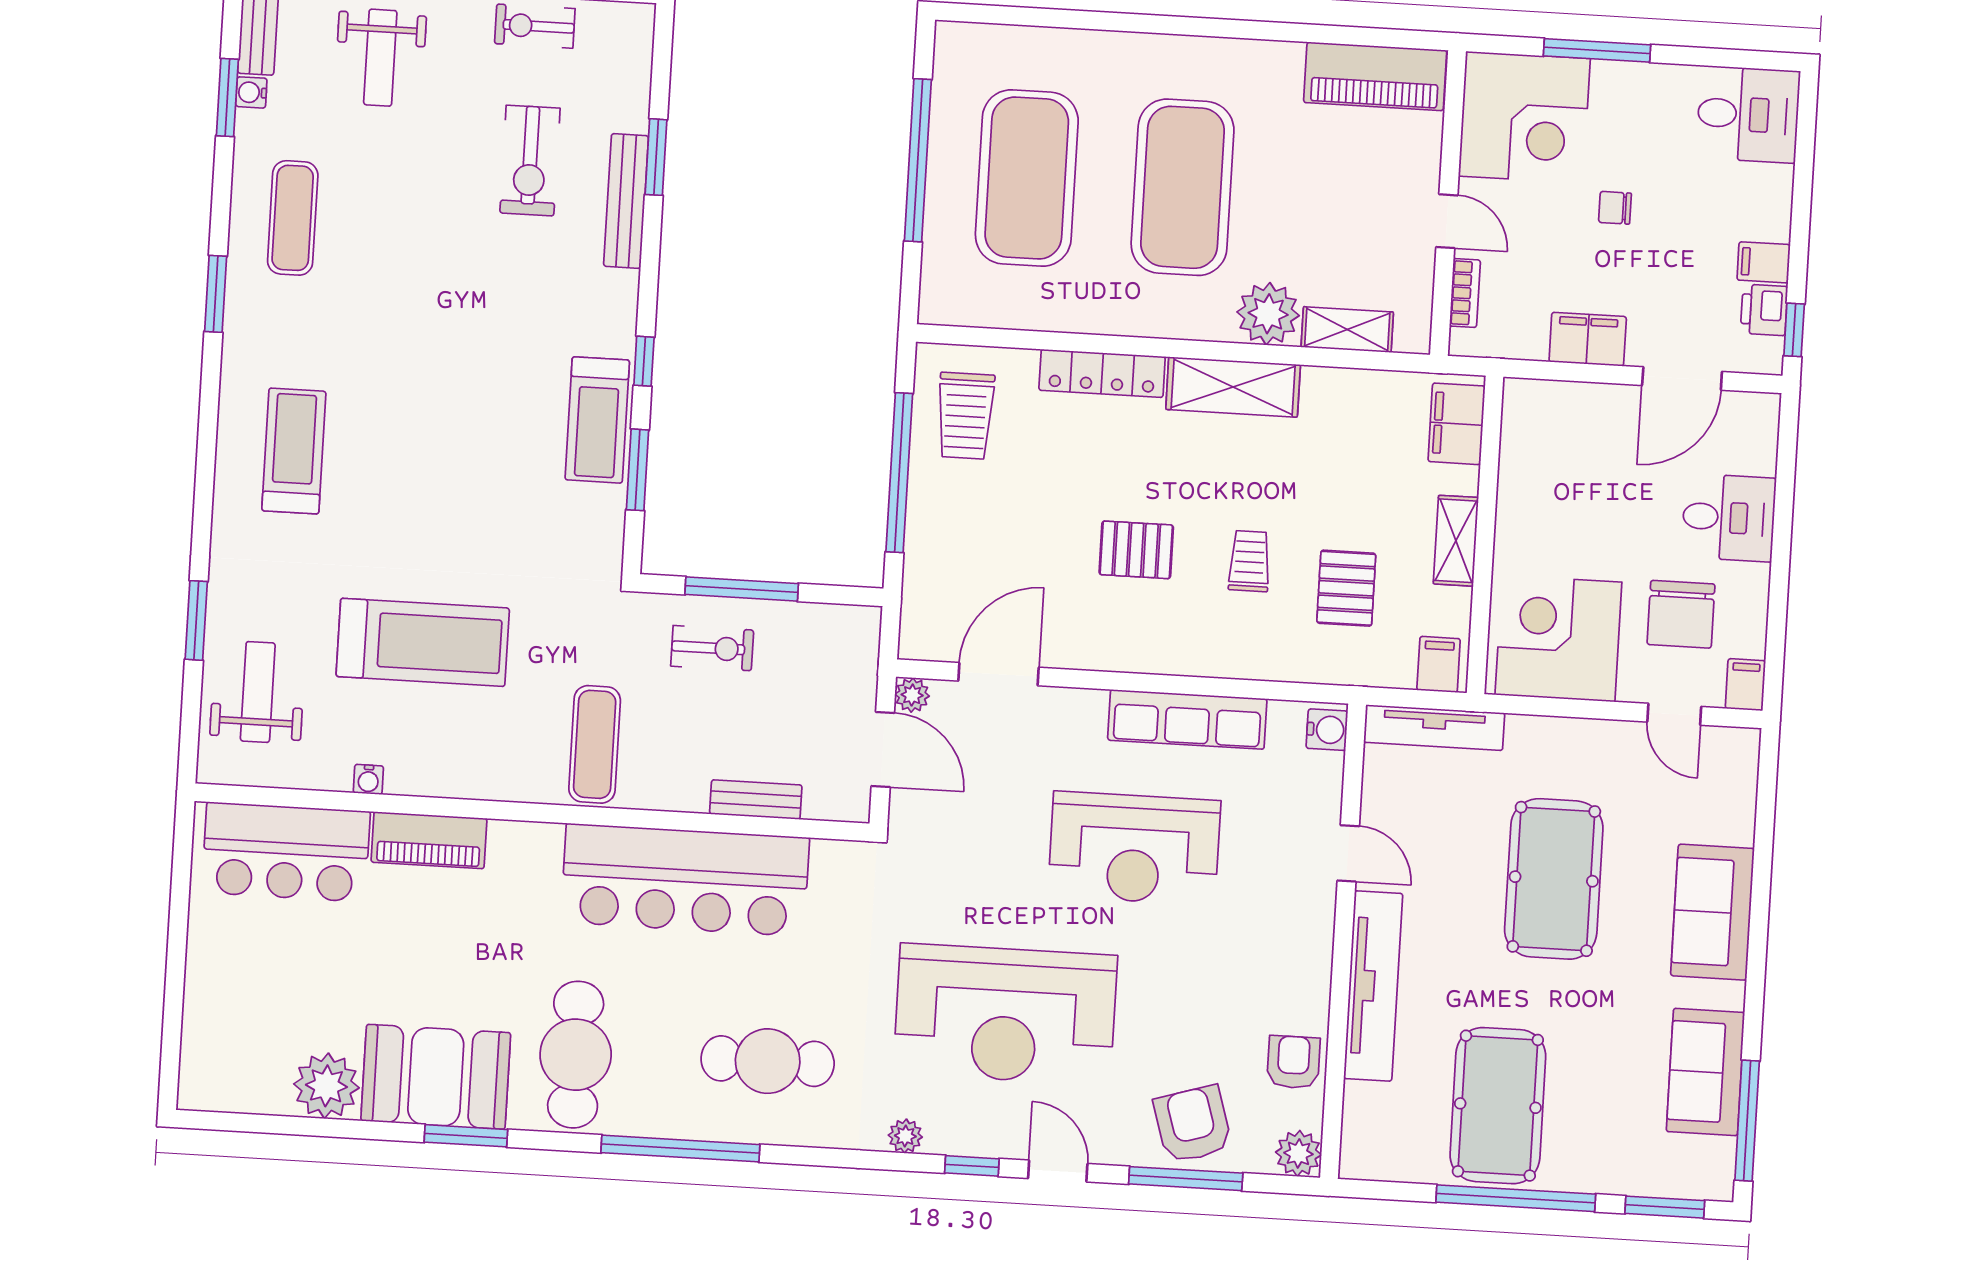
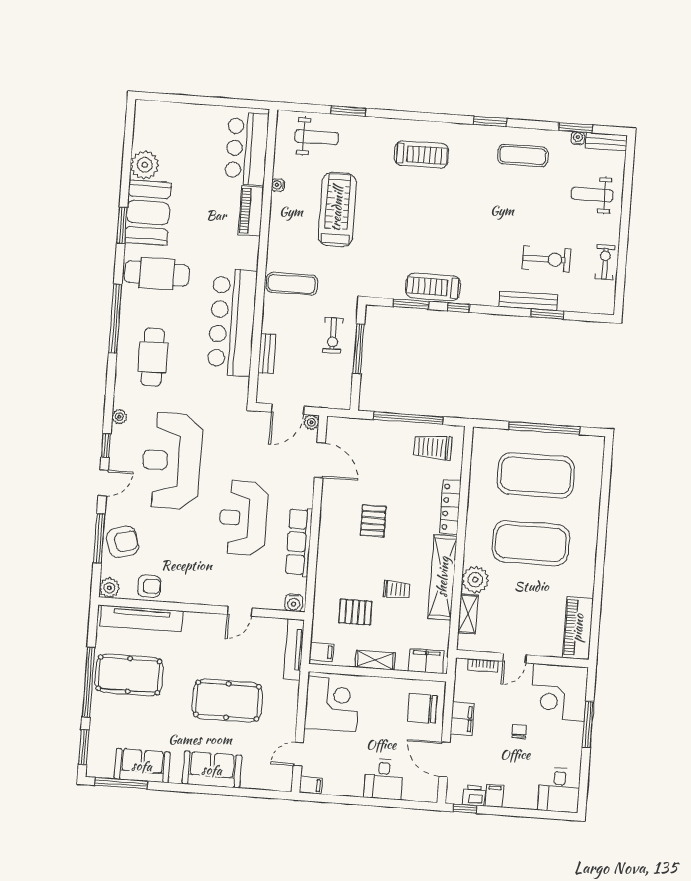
exercise bike: (530, 161) -> (546, 259), turned 180
shelving: (1233, 387) -> (443, 577), width x1.47
trolley: (1250, 561) -> (397, 589), moved
chair: (1681, 614) -> (422, 708), moved
treadmill: (423, 642) -> (337, 209), turned 180
tv unit: (1373, 986) -> (141, 618), moved

